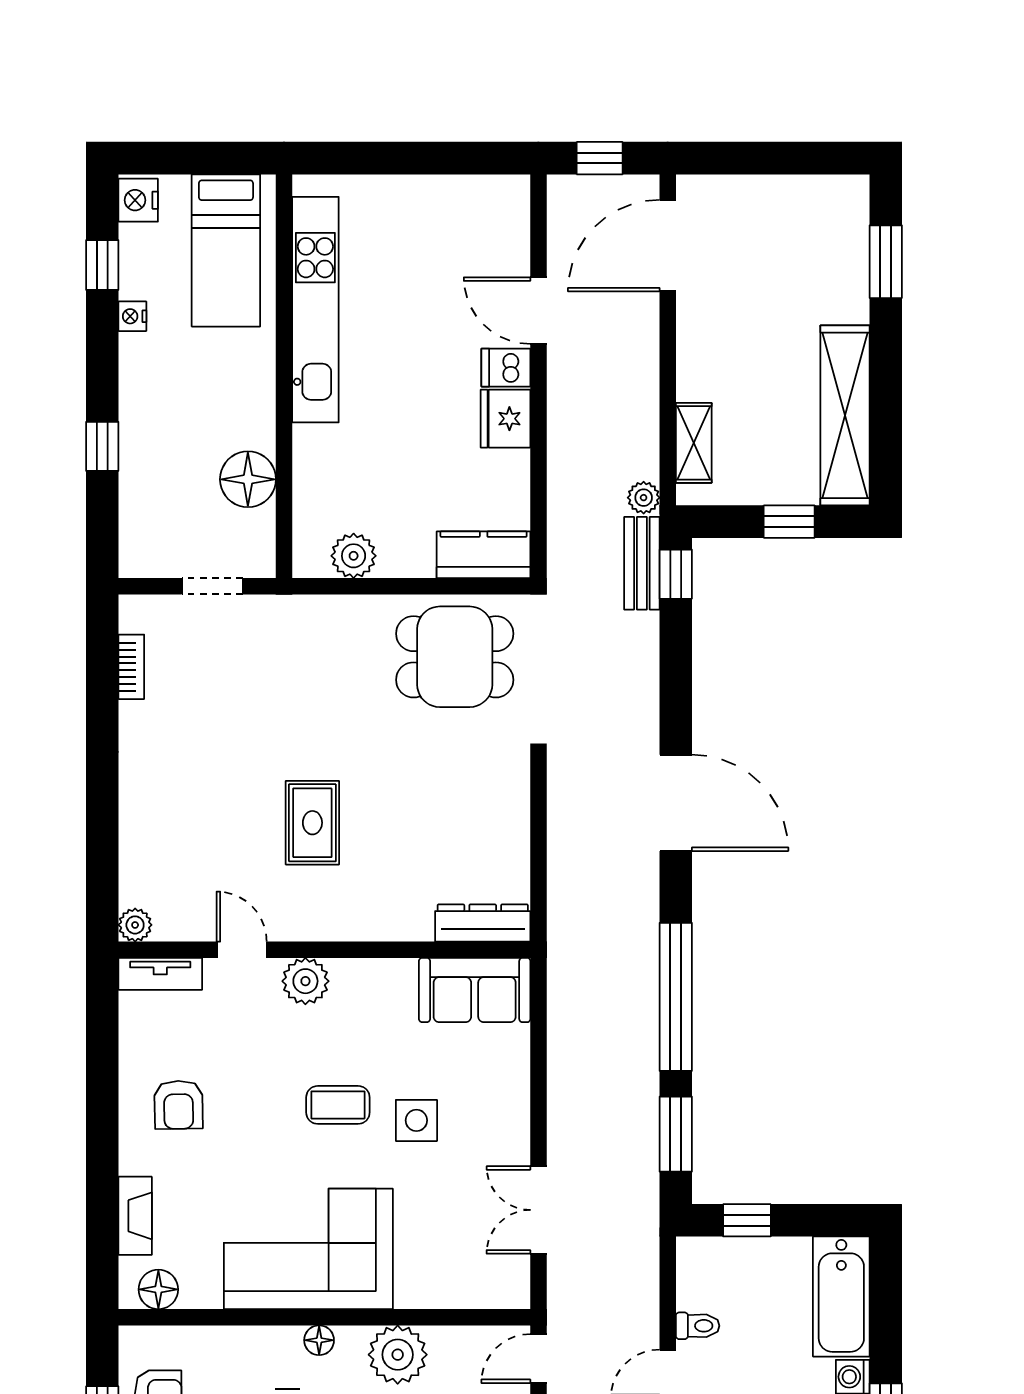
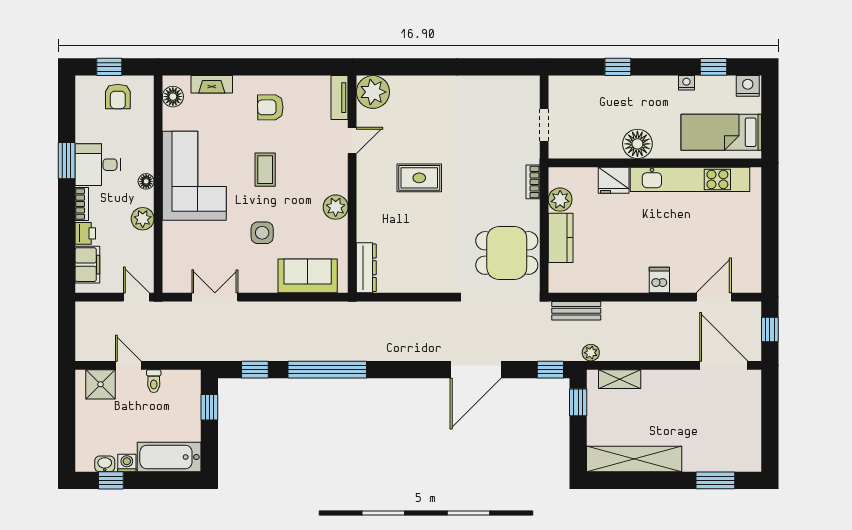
door: (538, 311) -> (714, 297), moved
fridge: (505, 419) -> (614, 180), moved, turned 180
floor lamp: (248, 479) -> (637, 144), moved
window: (789, 522) -> (578, 402), moved
kitchen counter: (484, 555) -> (561, 238), moved
bench: (642, 563) -> (576, 311), moved
dining table: (455, 657) -> (507, 253), turned 90
bookcase: (131, 667) -> (533, 182), moved, turned 90
door: (676, 803) -> (476, 370), moved
plant: (135, 925) -> (373, 92), width x1.88, depth x1.88
plant: (305, 981) -> (336, 207), moved
sofa: (475, 990) -> (308, 276), moved, turned 90
coffee table: (338, 1105) -> (265, 170), moved
window: (676, 1134) -> (255, 370), width x0.67
plant: (398, 1355) -> (143, 219), width x0.73, depth x0.73

